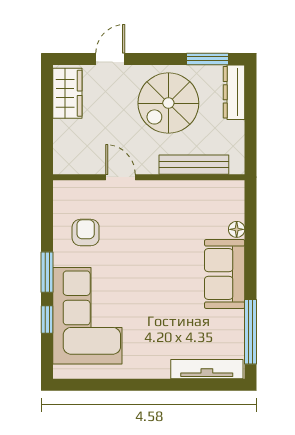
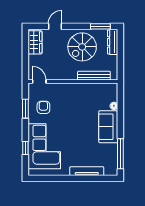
door: (121, 177) -> (39, 82), moved
window: (47, 272) -> (25, 109), moved
tv unit: (207, 369) -> (87, 171), moved

